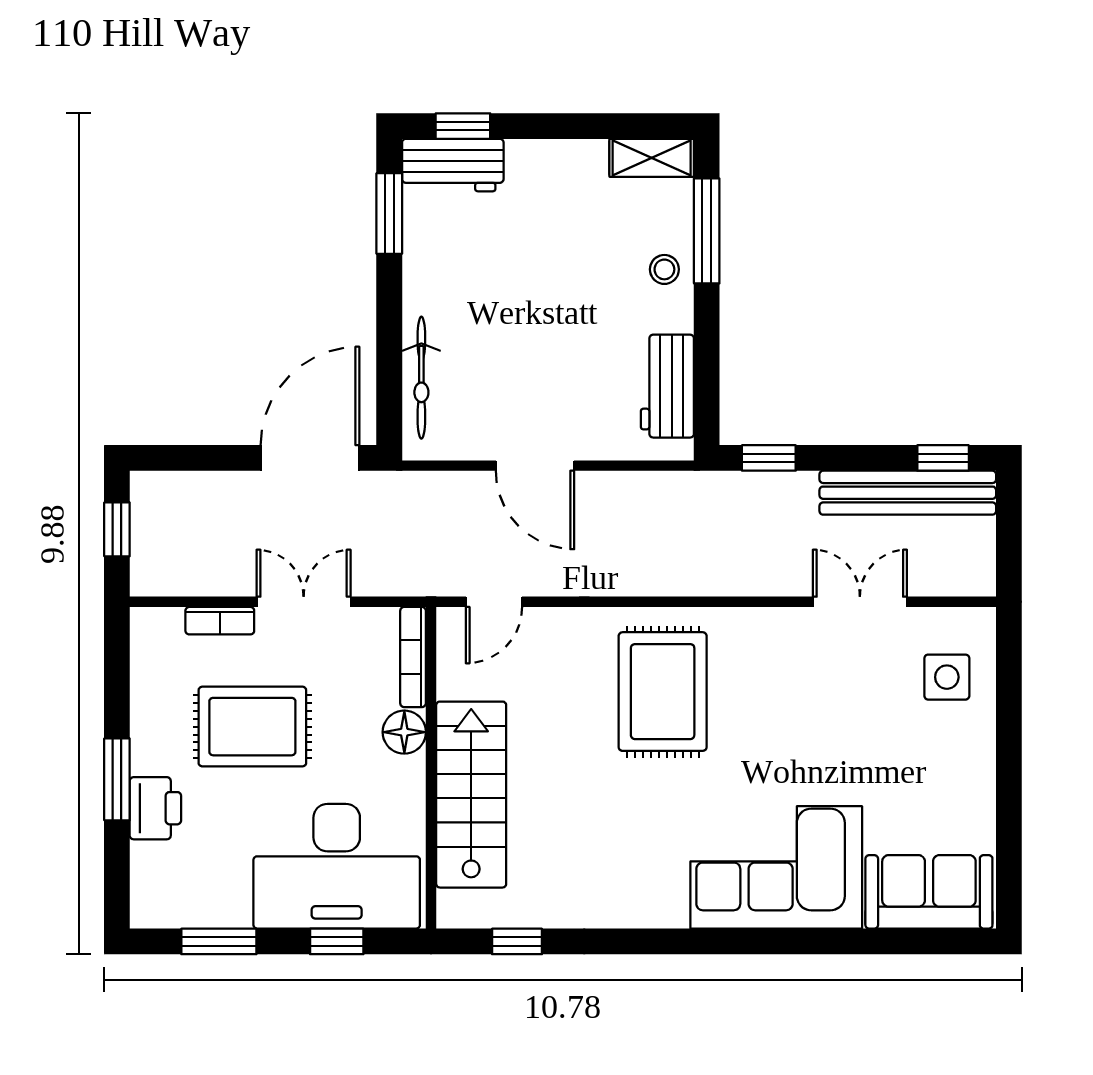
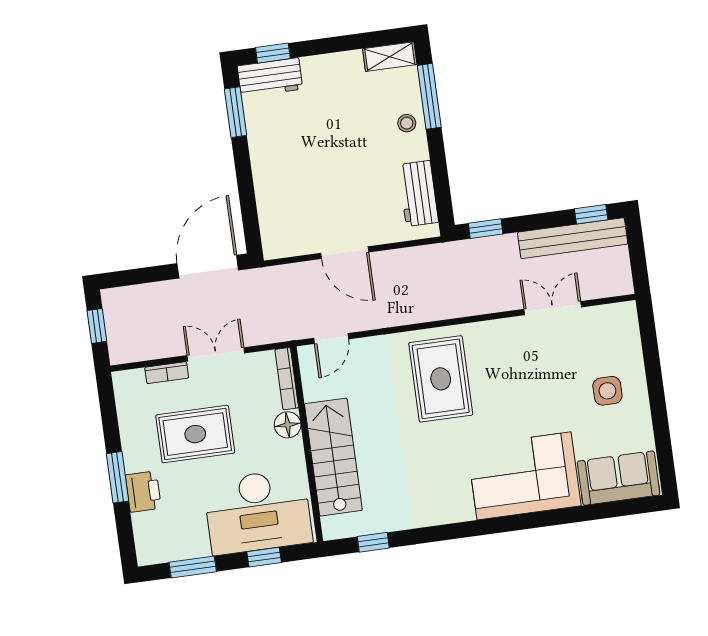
bicycle: (421, 378) -> (269, 209), removed
side table: (947, 677) -> (607, 391), moved

